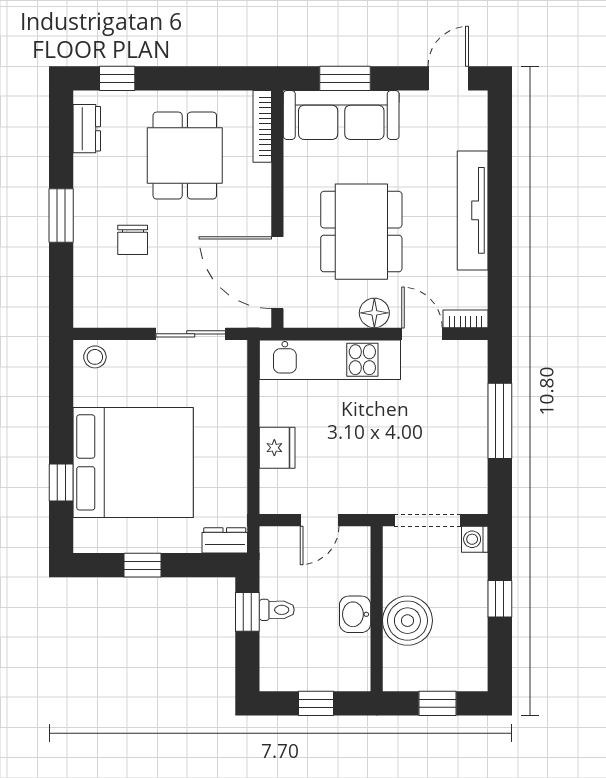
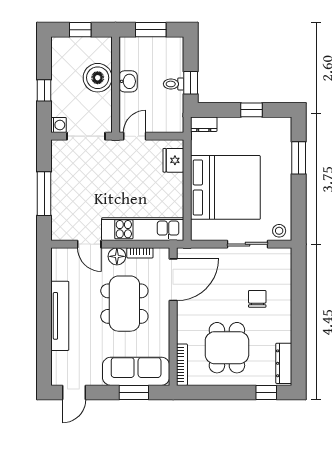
dresser: (87, 129) -> (284, 363), width x1.44
window: (61, 215) -> (299, 313), removed
door: (277, 273) -> (173, 280), hinge flipped
bookcase: (465, 319) -> (140, 253), moved
sliding door: (191, 334) -> (248, 244), moved
fridge: (277, 448) -> (173, 160), moved
bed: (133, 462) -> (225, 187), moved, turned 180
window: (61, 483) -> (299, 158), width x1.50
door: (320, 520) -> (135, 136), moved
window: (316, 703) -> (151, 30), width x1.50

